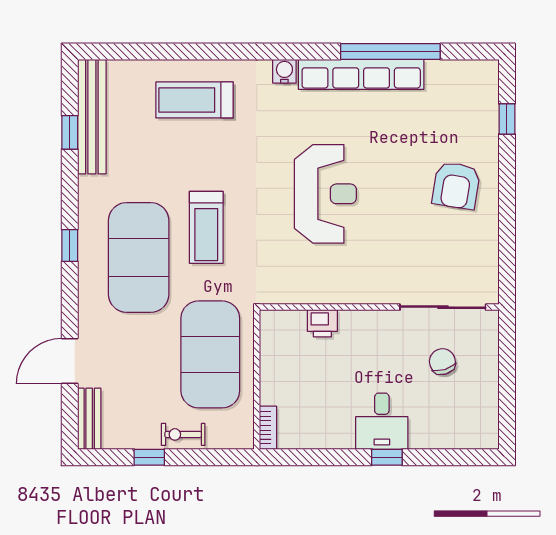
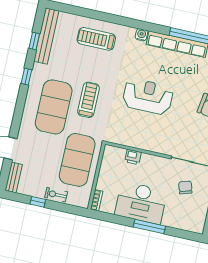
reception desk: (325, 194) -> (148, 97), turned -90
treadmill: (206, 227) -> (89, 100), turned 180
window: (70, 245) -> (26, 77), moved
desk: (382, 421) -> (141, 203), width x1.87, depth x1.30
window: (387, 457) -> (149, 227), width x2.17

